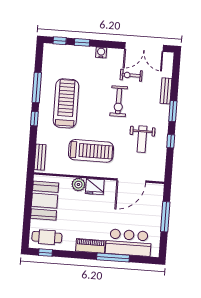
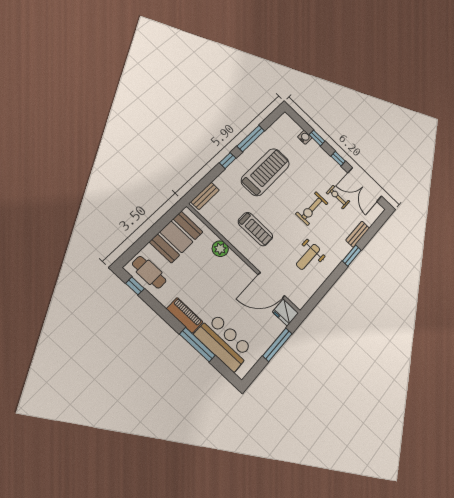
window: (60, 41) -> (338, 159), moved
water cooler: (101, 52) -> (305, 137), moved
window: (171, 141) -> (332, 280), removed
treadmill: (91, 151) -> (255, 229), width x0.73, depth x0.73
fridge: (95, 187) -> (285, 312), moved

